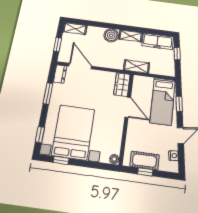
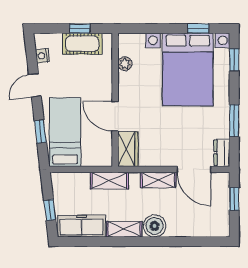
shelving: (75, 29) -> (158, 180), moved
plant: (114, 159) -> (125, 64), moved

